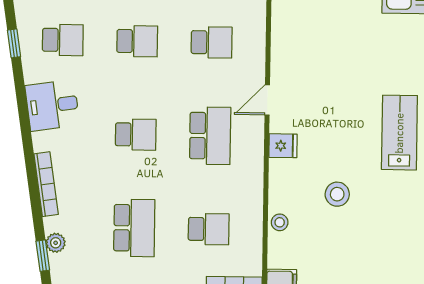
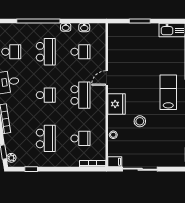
school desk: (137, 41) -> (46, 52), width x1.85
fridge: (283, 146) -> (117, 104), width x1.88, depth x1.34
plant: (56, 243) -> (11, 158), moved

